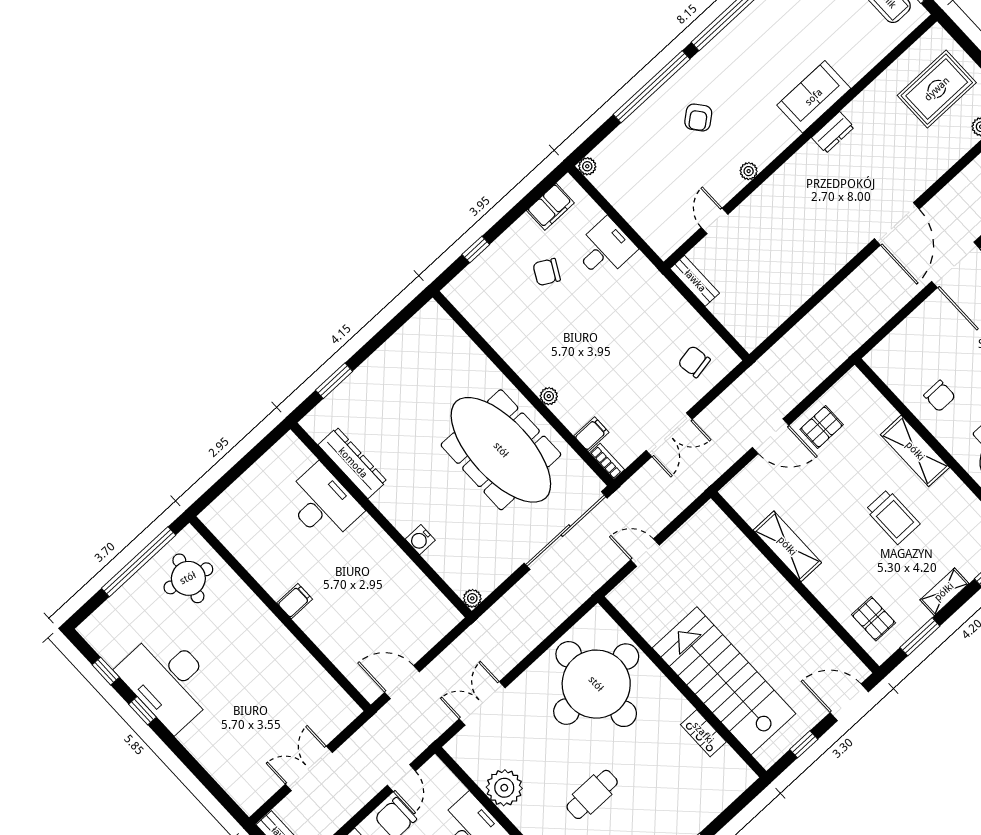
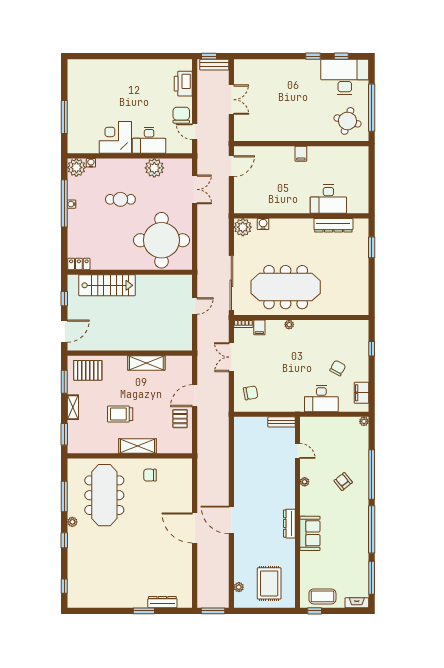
dresser: (833, 132) -> (289, 524), width x1.44
desk: (605, 249) -> (321, 399), width x1.37
water cooler: (420, 540) -> (263, 224), moved
plant: (472, 598) -> (243, 227), width x1.88, depth x1.88
pallet: (874, 619) -> (88, 370), width x1.50, depth x1.42
desk: (168, 680) -> (345, 77), moved
stairs: (724, 681) -> (107, 285), width x0.73, depth x0.66
locker: (703, 733) -> (79, 264), moved
cafe table: (592, 794) -> (120, 199), turned 90

